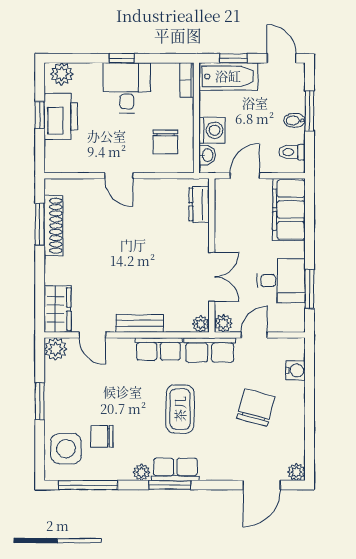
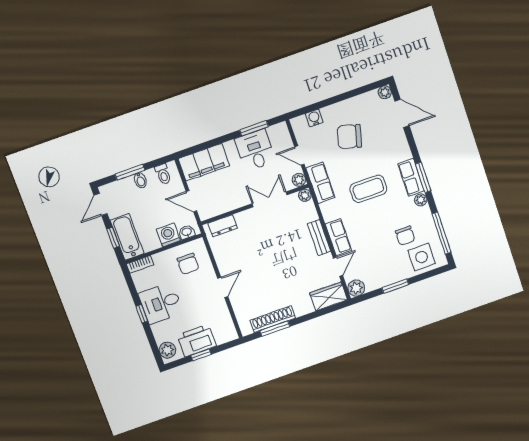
chair: (165, 142) -> (188, 264), turned 90
row of seats: (159, 349) -> (338, 237), moved

